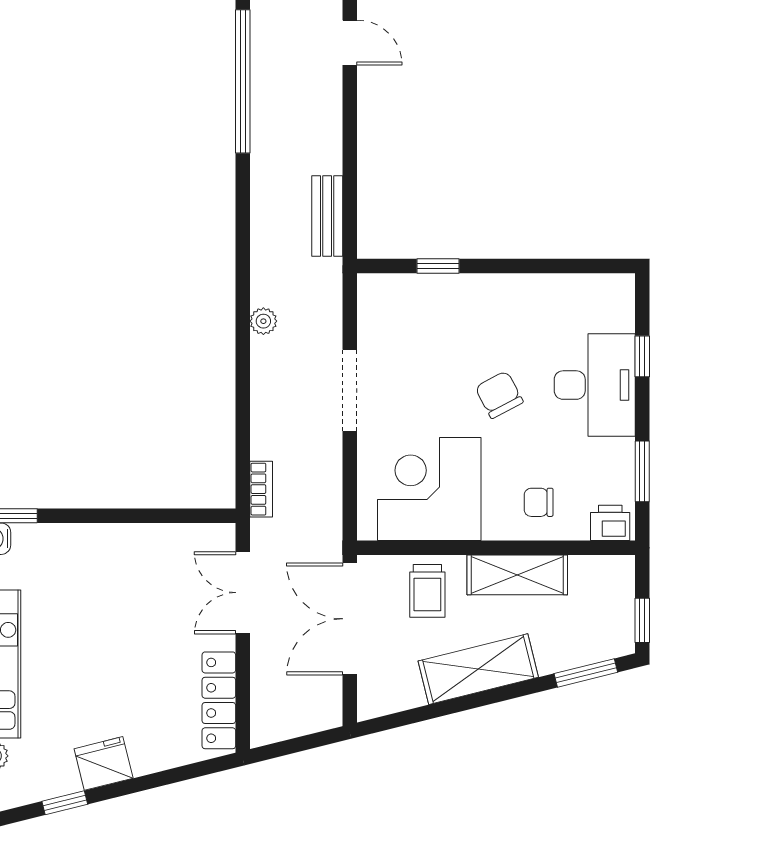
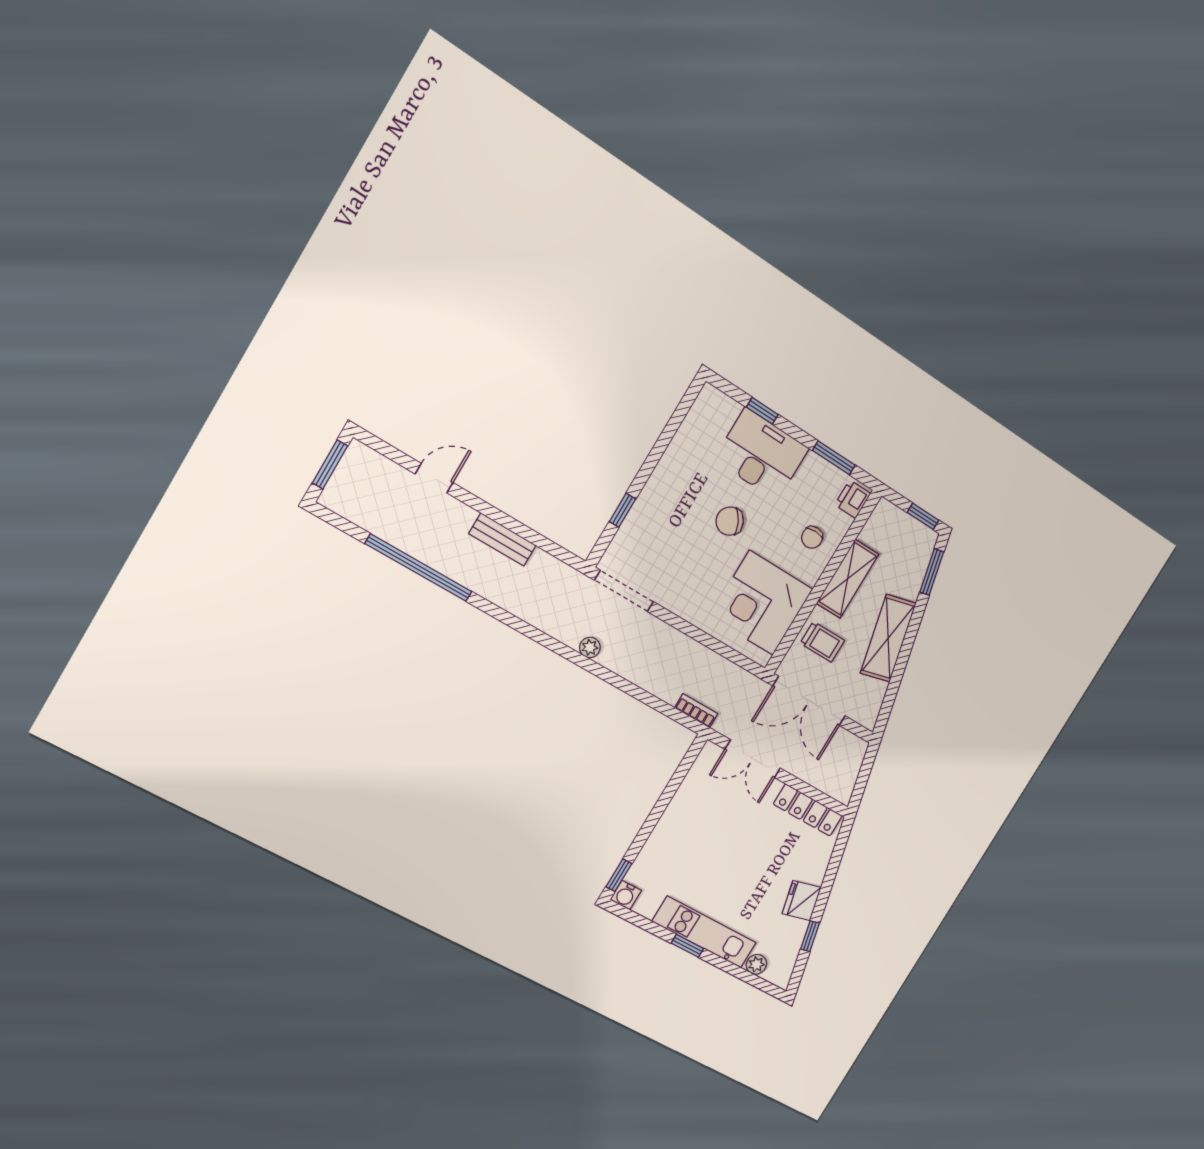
bench: (327, 216) -> (503, 539), moved
doorway: (350, 390) -> (624, 591), moved

